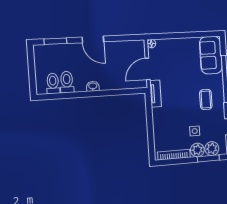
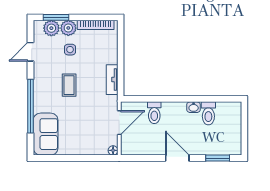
toilet: (53, 83) -> (154, 113), moved
washbasin: (93, 86) -> (194, 107), moved
tv unit: (156, 94) -> (112, 80), moved
coffee table: (206, 99) -> (69, 85), moved

